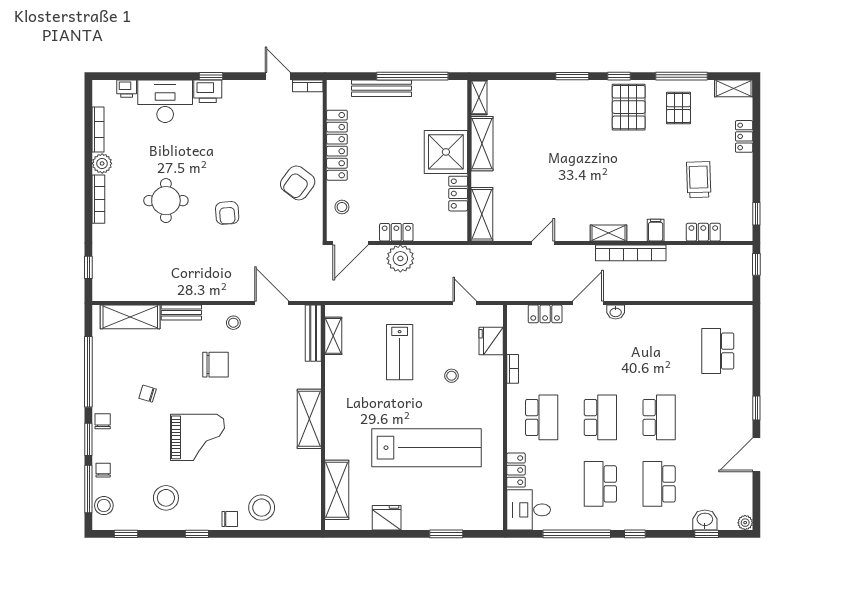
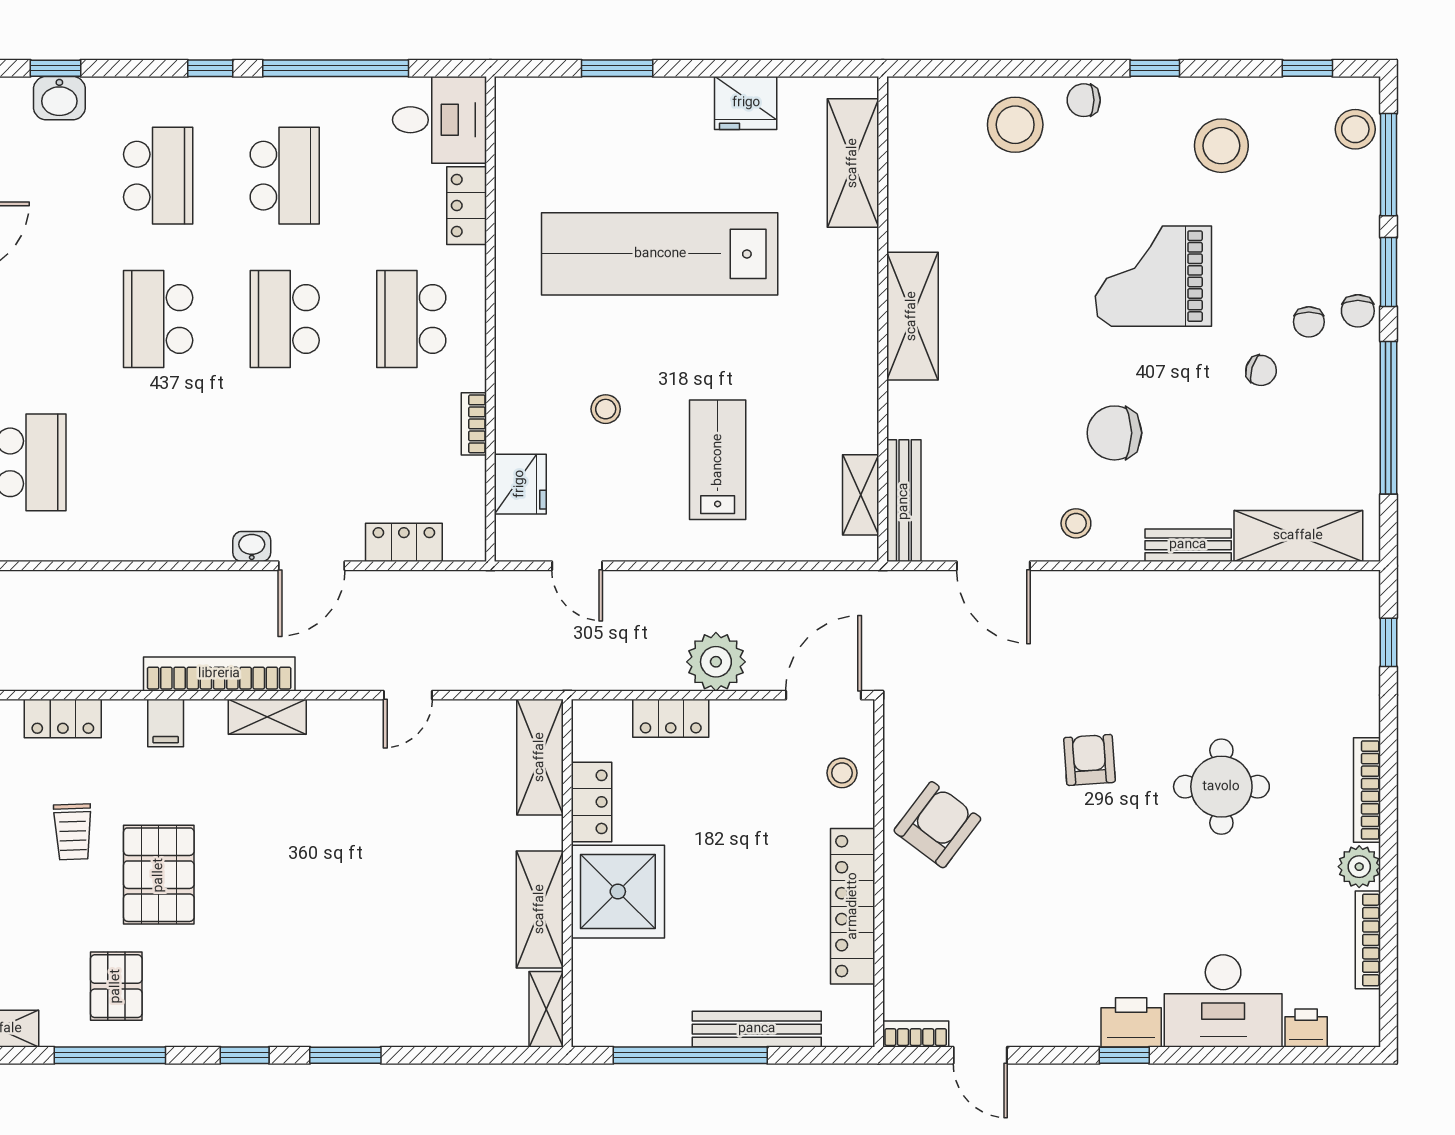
pallet: (629, 107) -> (159, 875), moved
trolley: (699, 180) -> (73, 832), width x0.73, depth x0.72
locker: (396, 232) -> (671, 718), moved
chair: (103, 470) -> (1309, 322), moved

